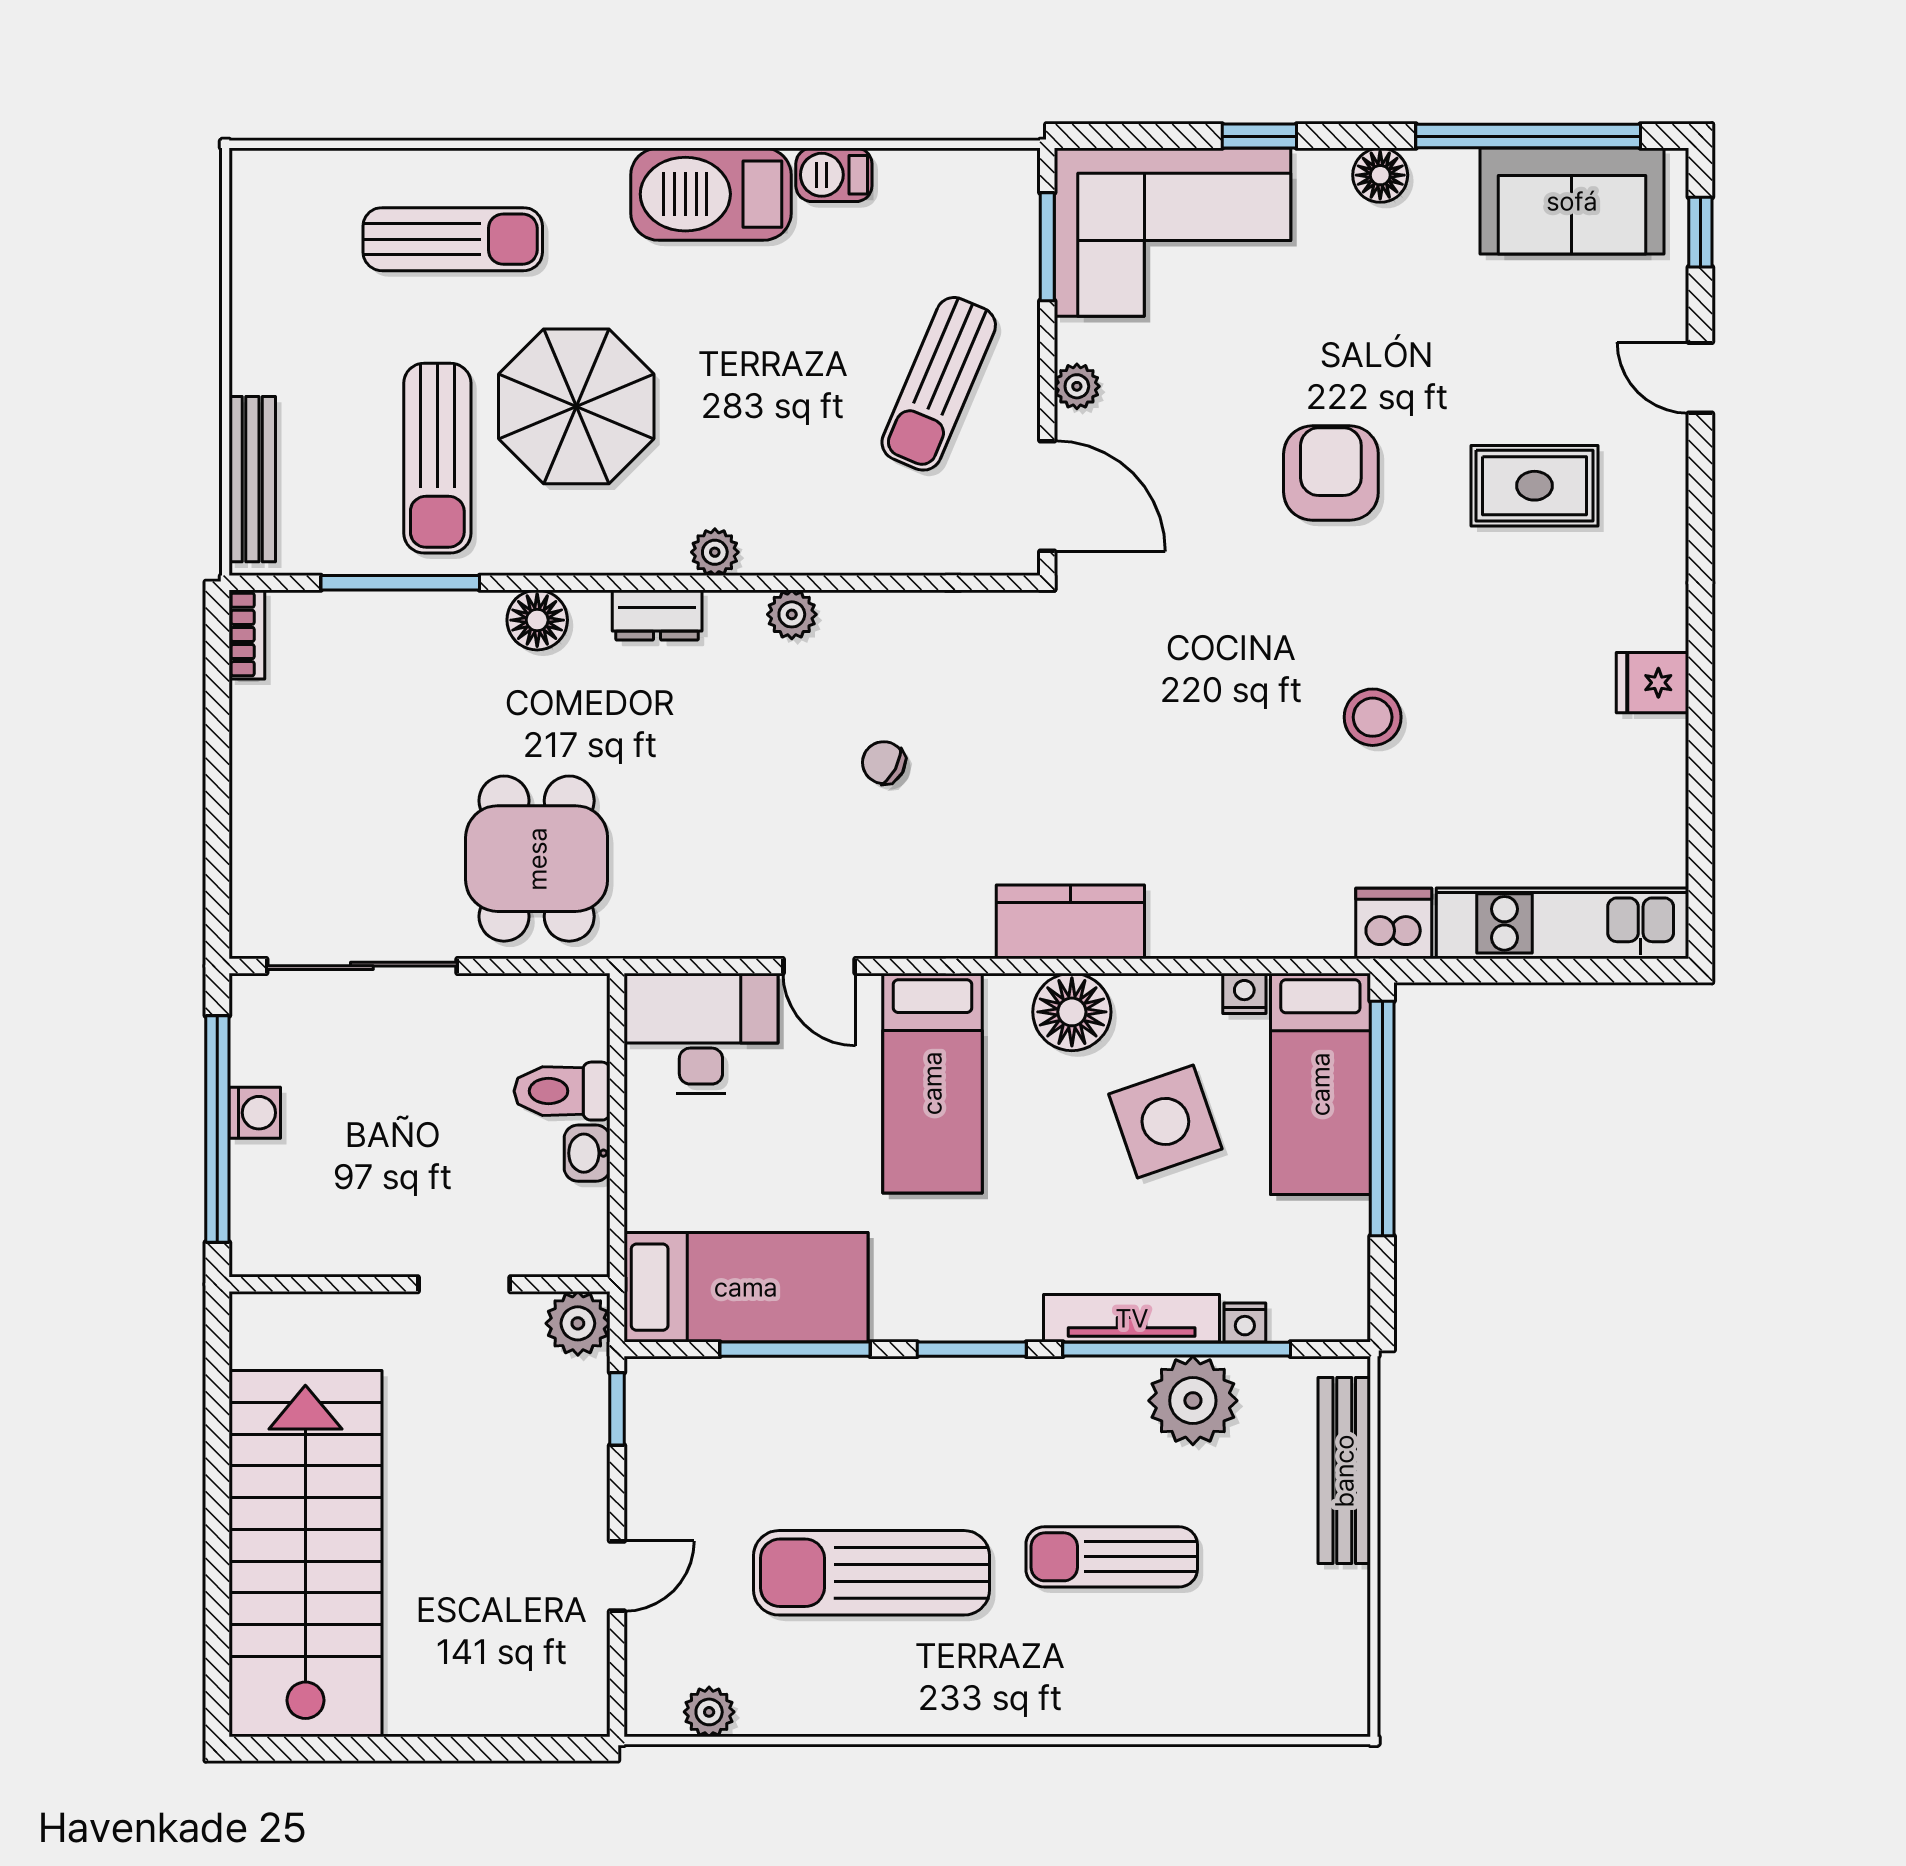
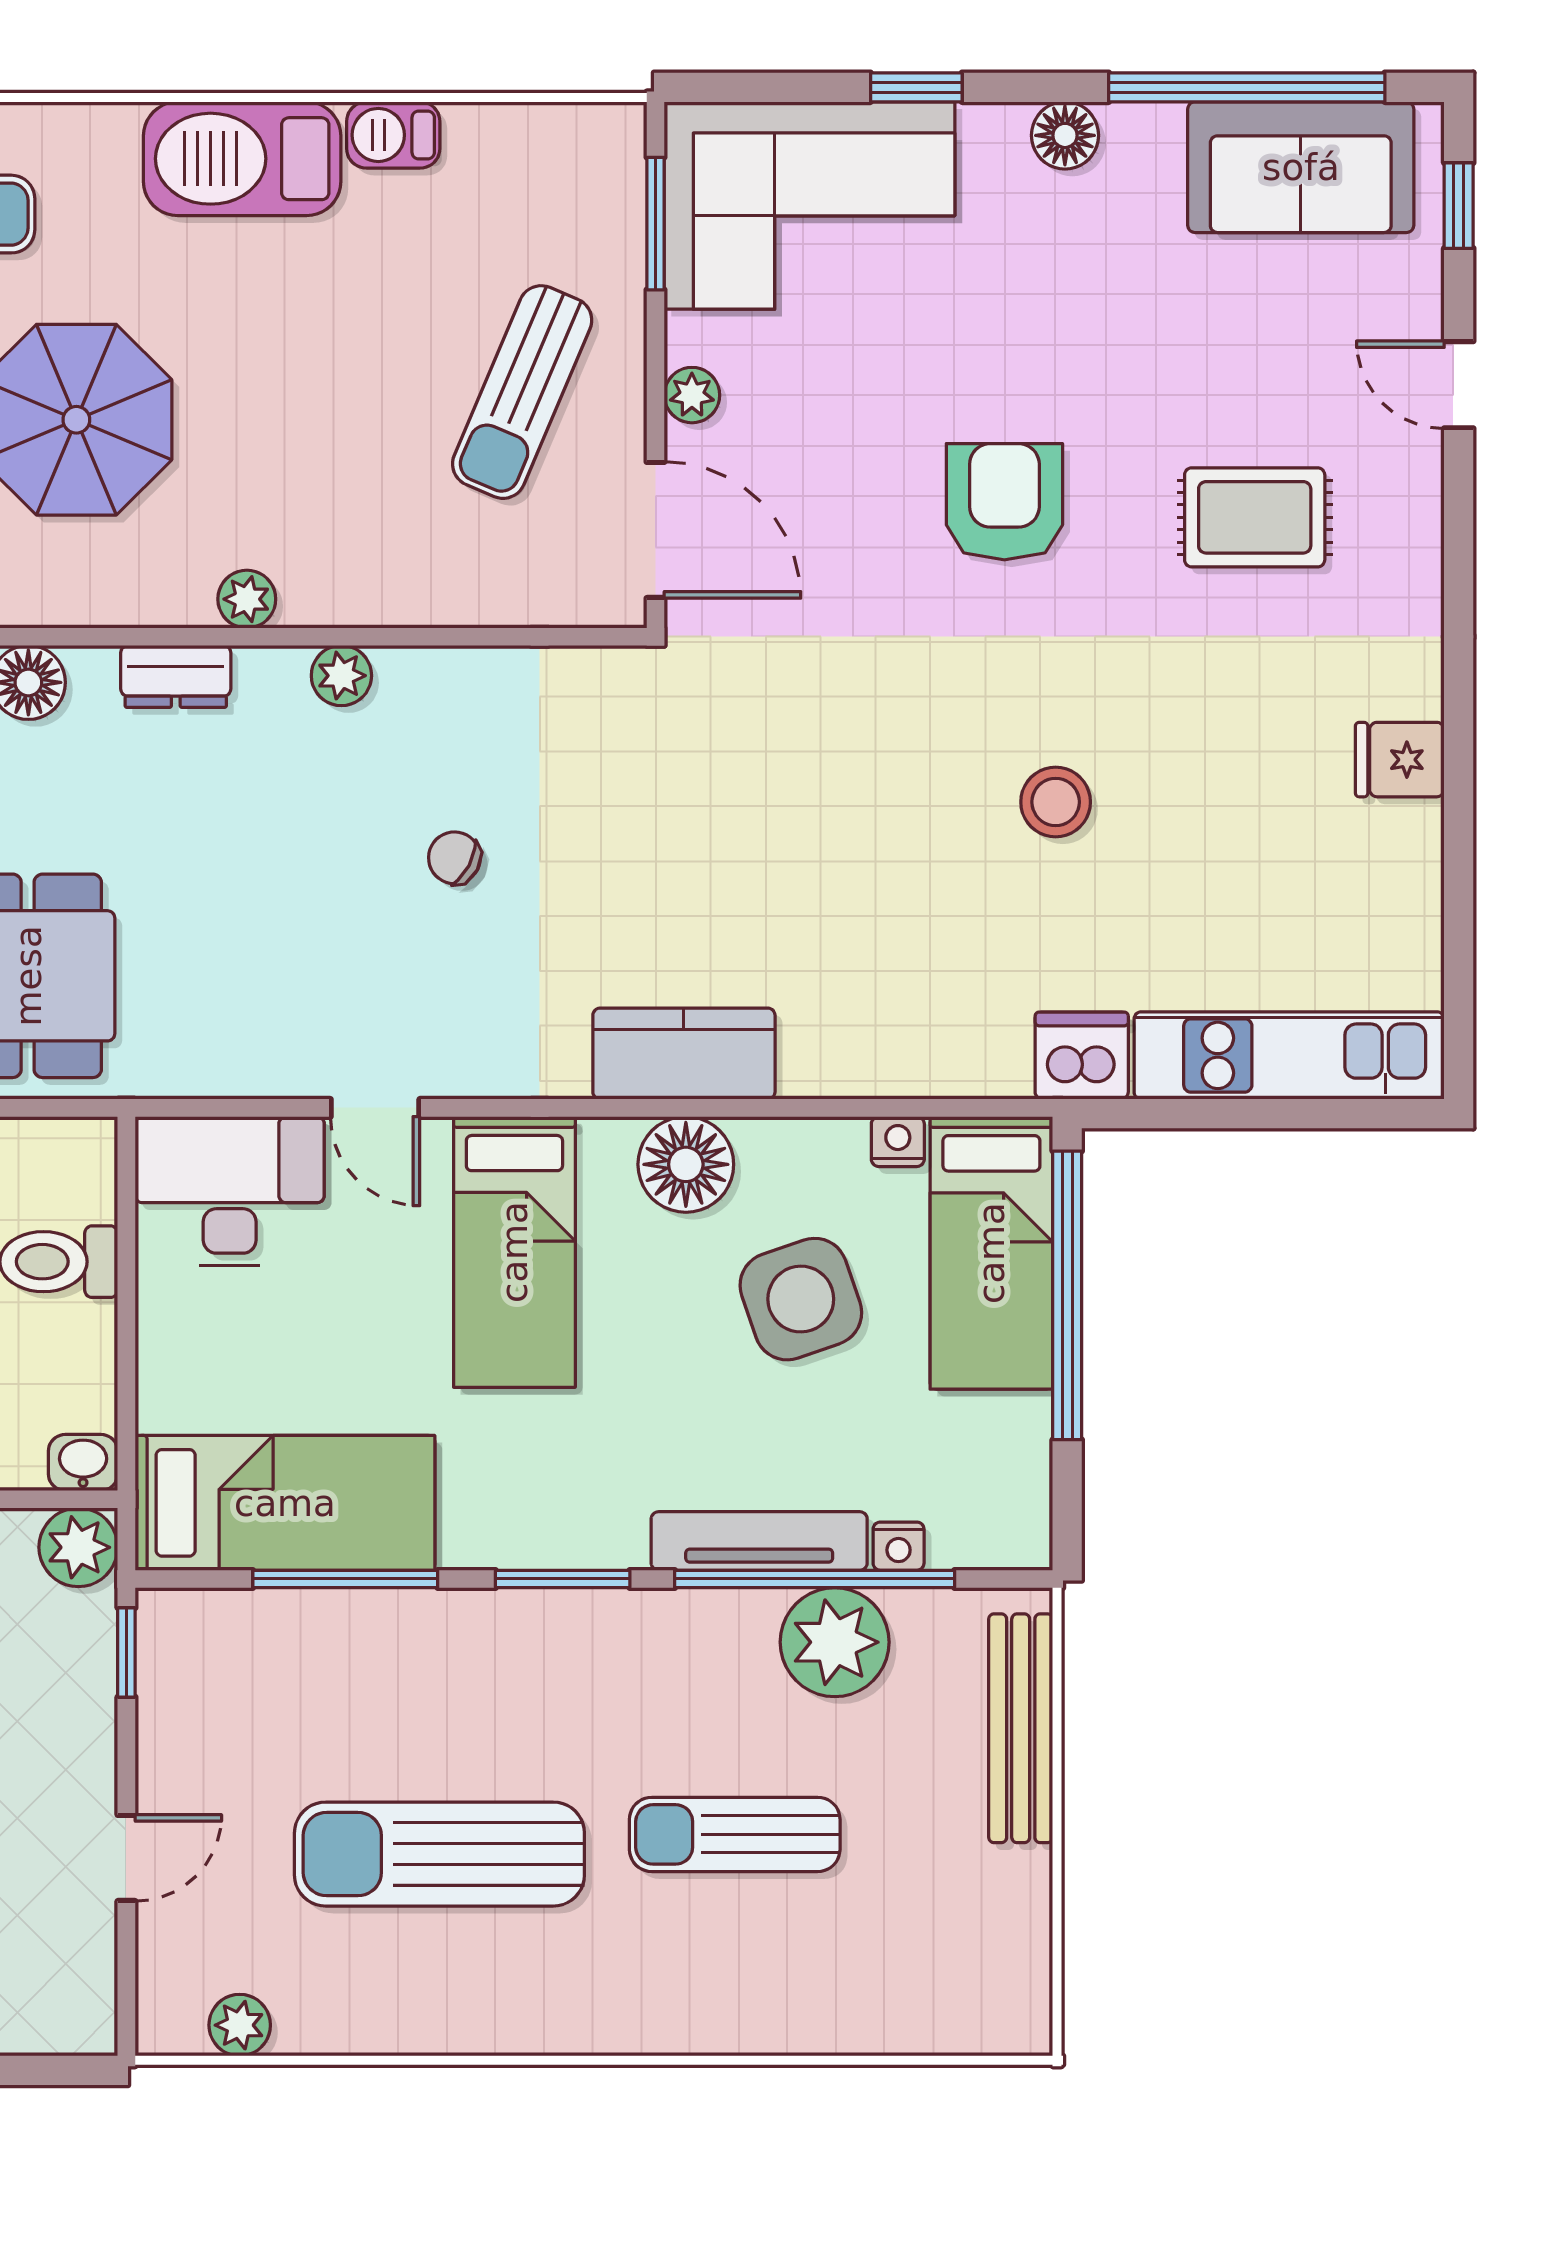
washbasin: (587, 1153) -> (83, 1463), moved, turned 90

